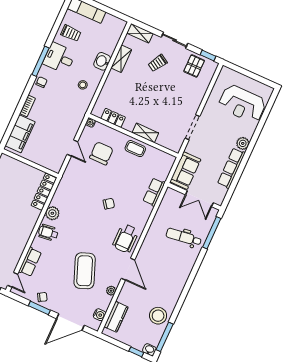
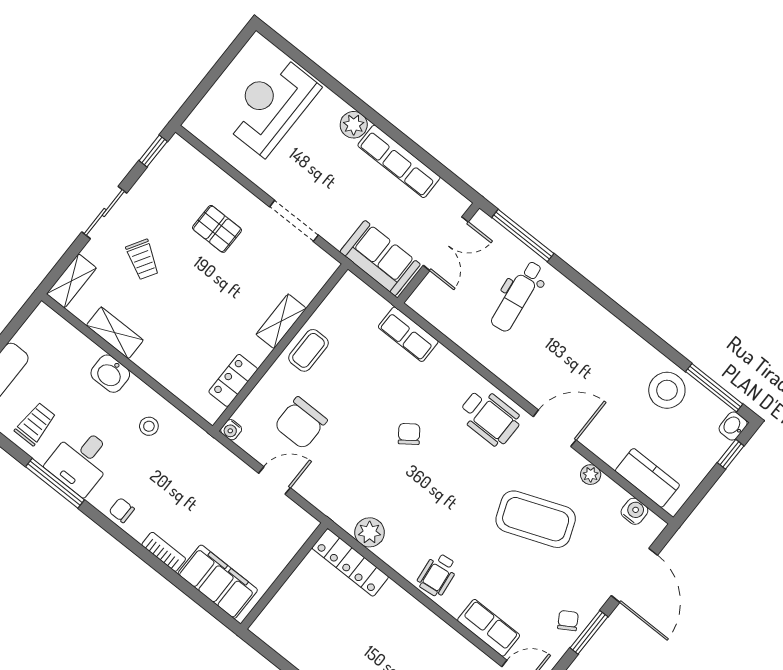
window: (41, 61) -> (55, 483), moved
pallet: (194, 66) -> (217, 229), moved
reception desk: (242, 104) -> (271, 105), turned 180
chair: (101, 153) -> (301, 423), turned -90
plant: (52, 213) -> (370, 532), moved

